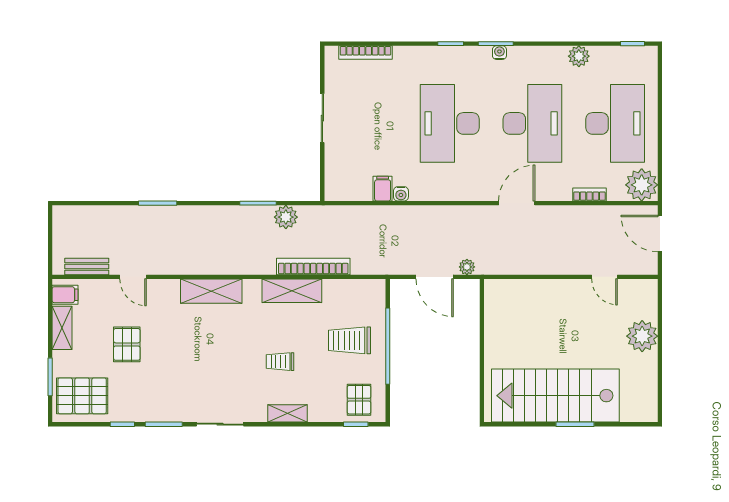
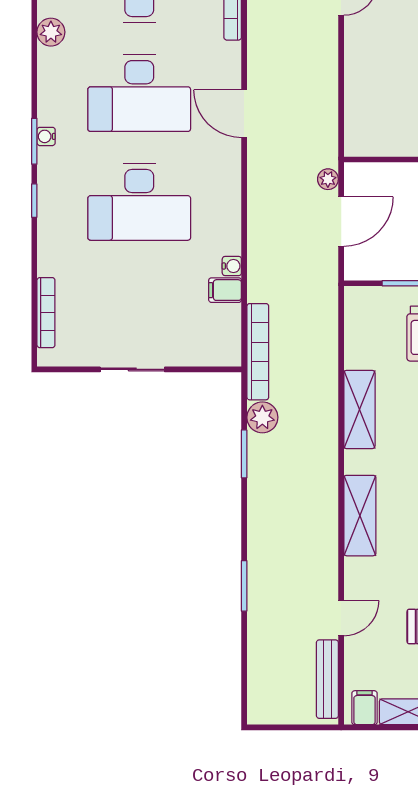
desk: (532, 123) -> (139, 93), turned 180
bench: (87, 266) -> (327, 679), width x1.36
bookcase: (313, 267) -> (258, 352), moved, turned 180

